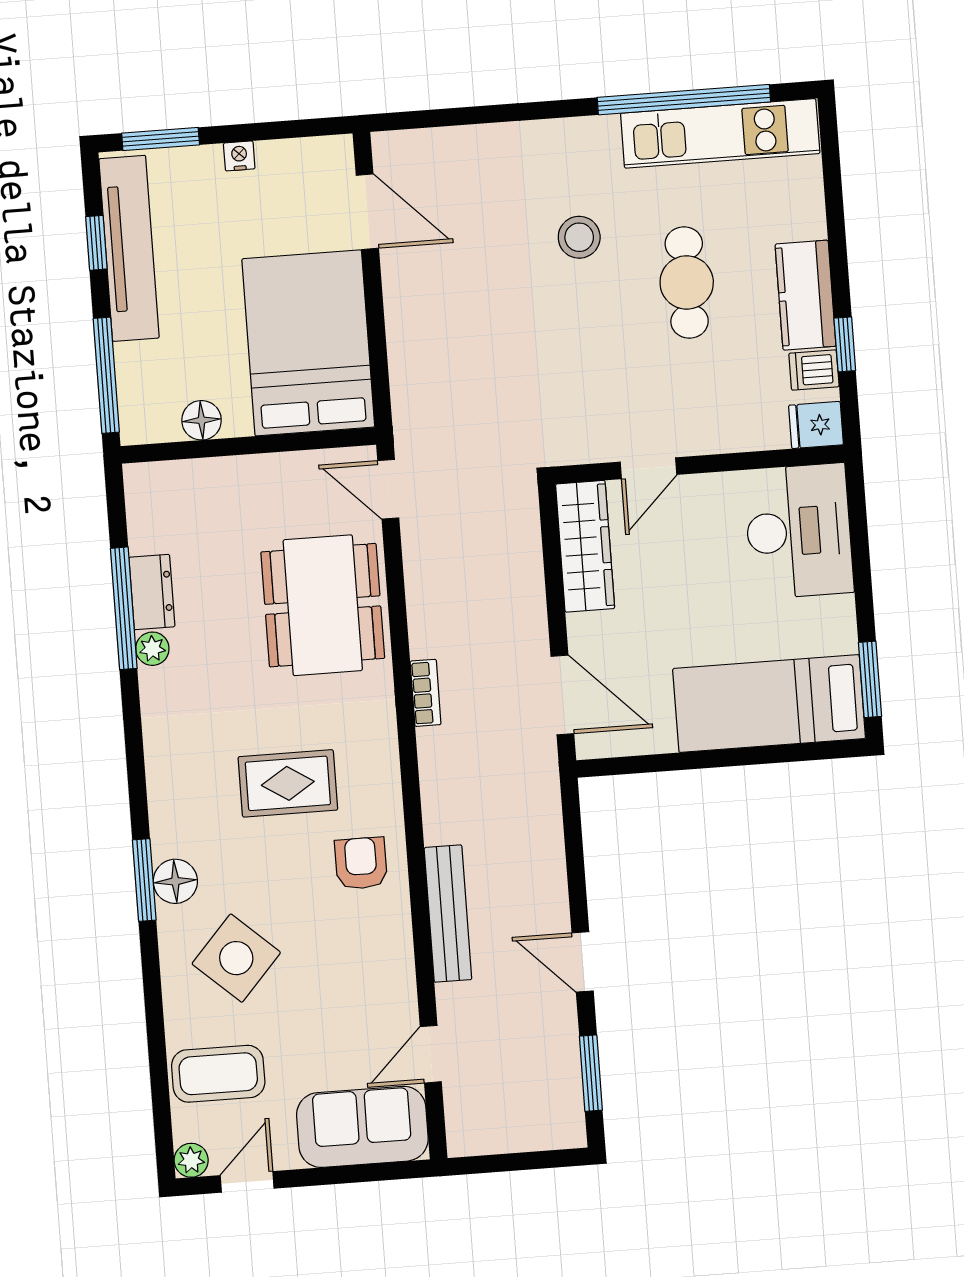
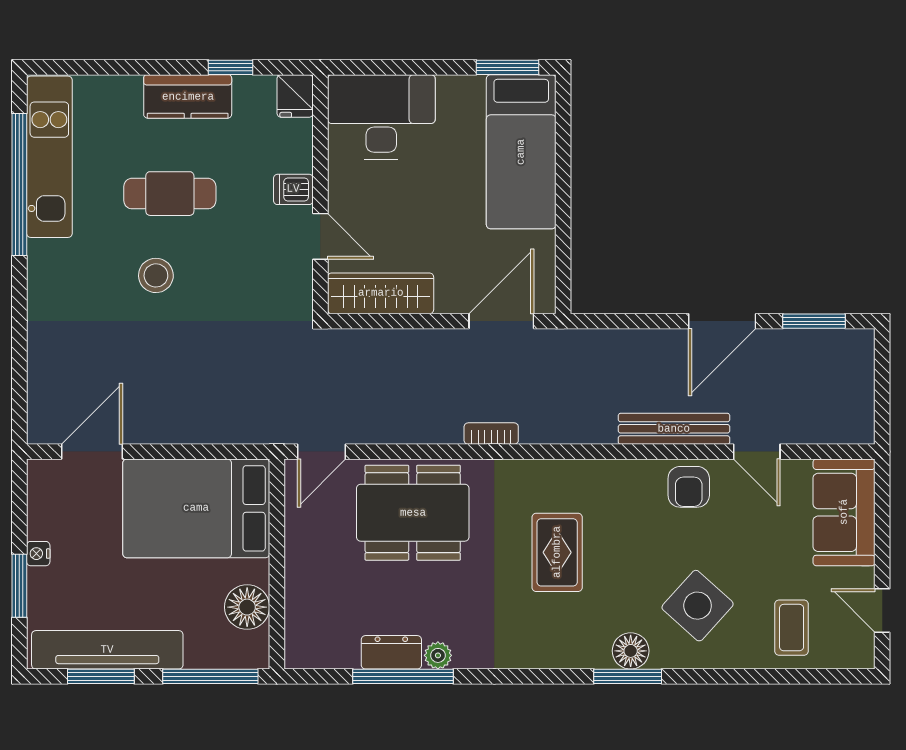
window: (161, 139) -> (19, 586), moved
stool: (579, 237) -> (156, 275), moved
window: (96, 243) -> (101, 676), width x1.50
dishwasher: (814, 370) -> (293, 189), moved, turned 90
floor lamp: (202, 420) -> (247, 607), width x1.38, depth x1.38
armchair: (361, 863) -> (689, 487), moved, turned -90
door: (583, 962) -> (722, 321), width x1.38
door: (431, 1054) -> (757, 452), moved
coffee table: (218, 1074) -> (792, 628), width x0.73, depth x0.77
plant: (191, 1160) -> (861, 655), removed

